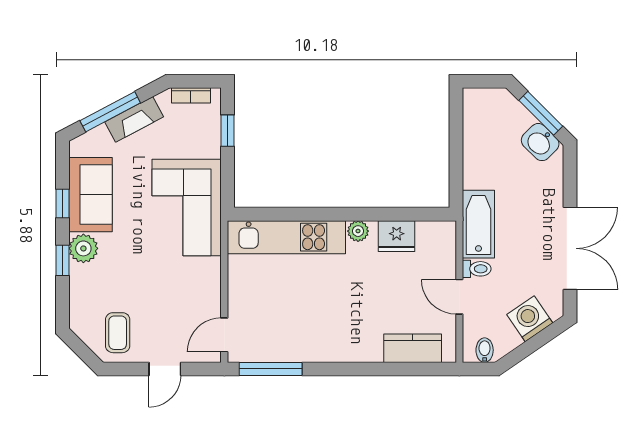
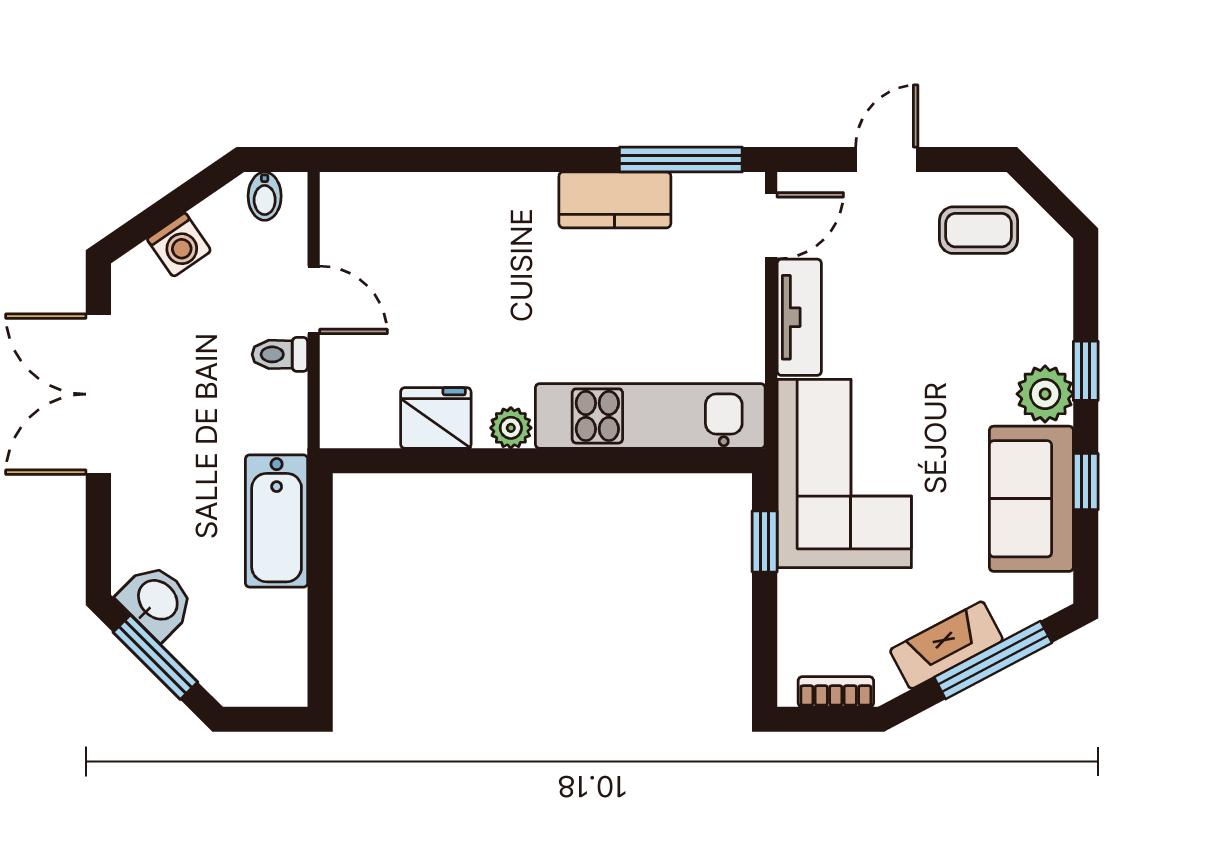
window: (228, 131) -> (765, 541), moved
bathtub: (478, 224) -> (277, 521), moved
tv unit: (210, 288) -> (799, 317), added
washing machine: (530, 319) -> (179, 245), width x0.73, depth x0.73
coffee table: (118, 333) -> (979, 230), turned 90
kitchen counter: (413, 348) -> (615, 200), moved

